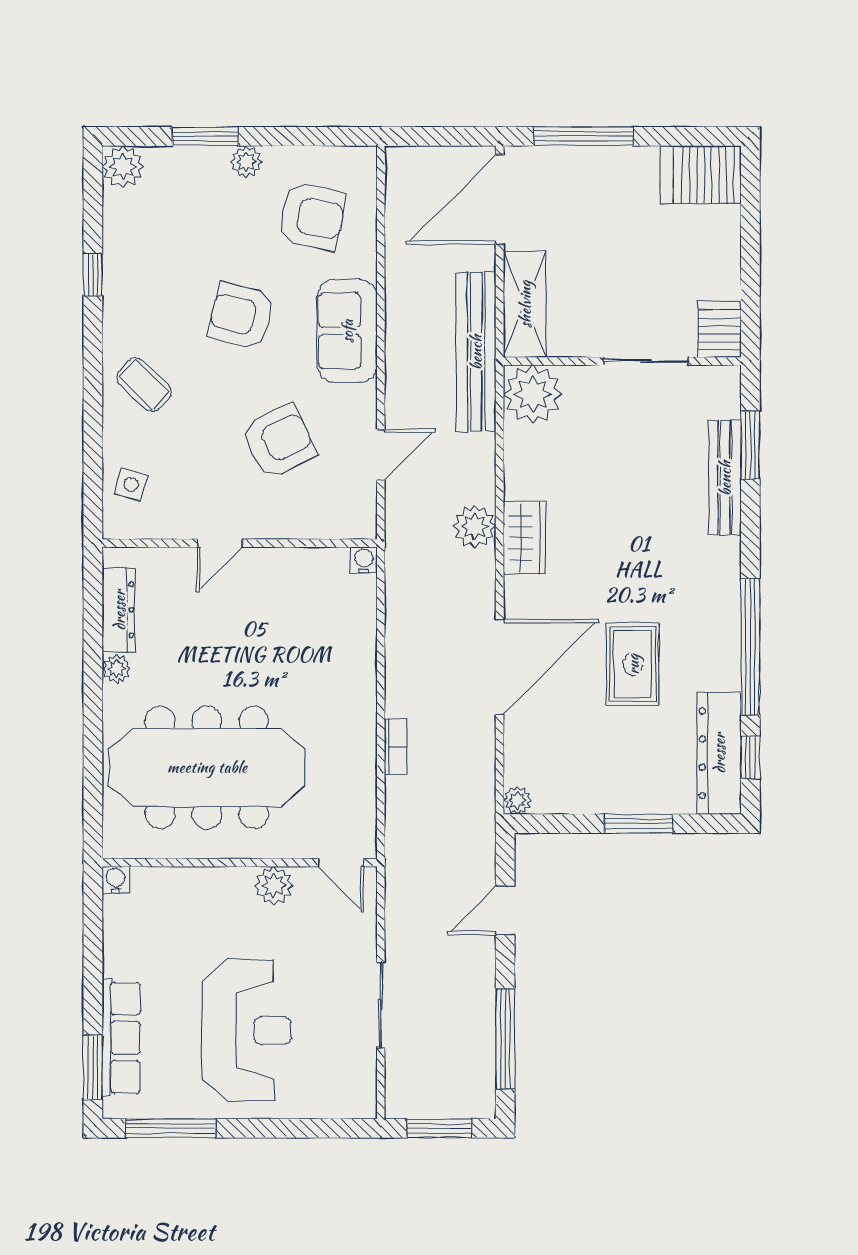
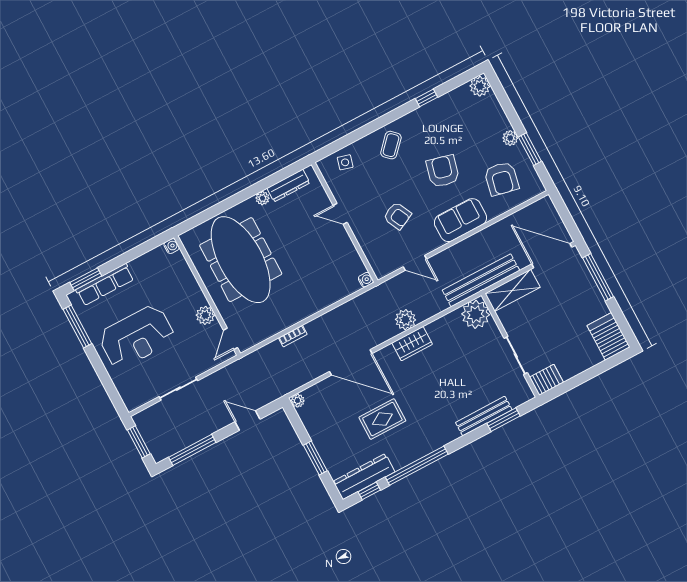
window: (205, 136) -> (530, 149), moved
armchair: (279, 441) -> (397, 216), width x0.72, depth x0.72

